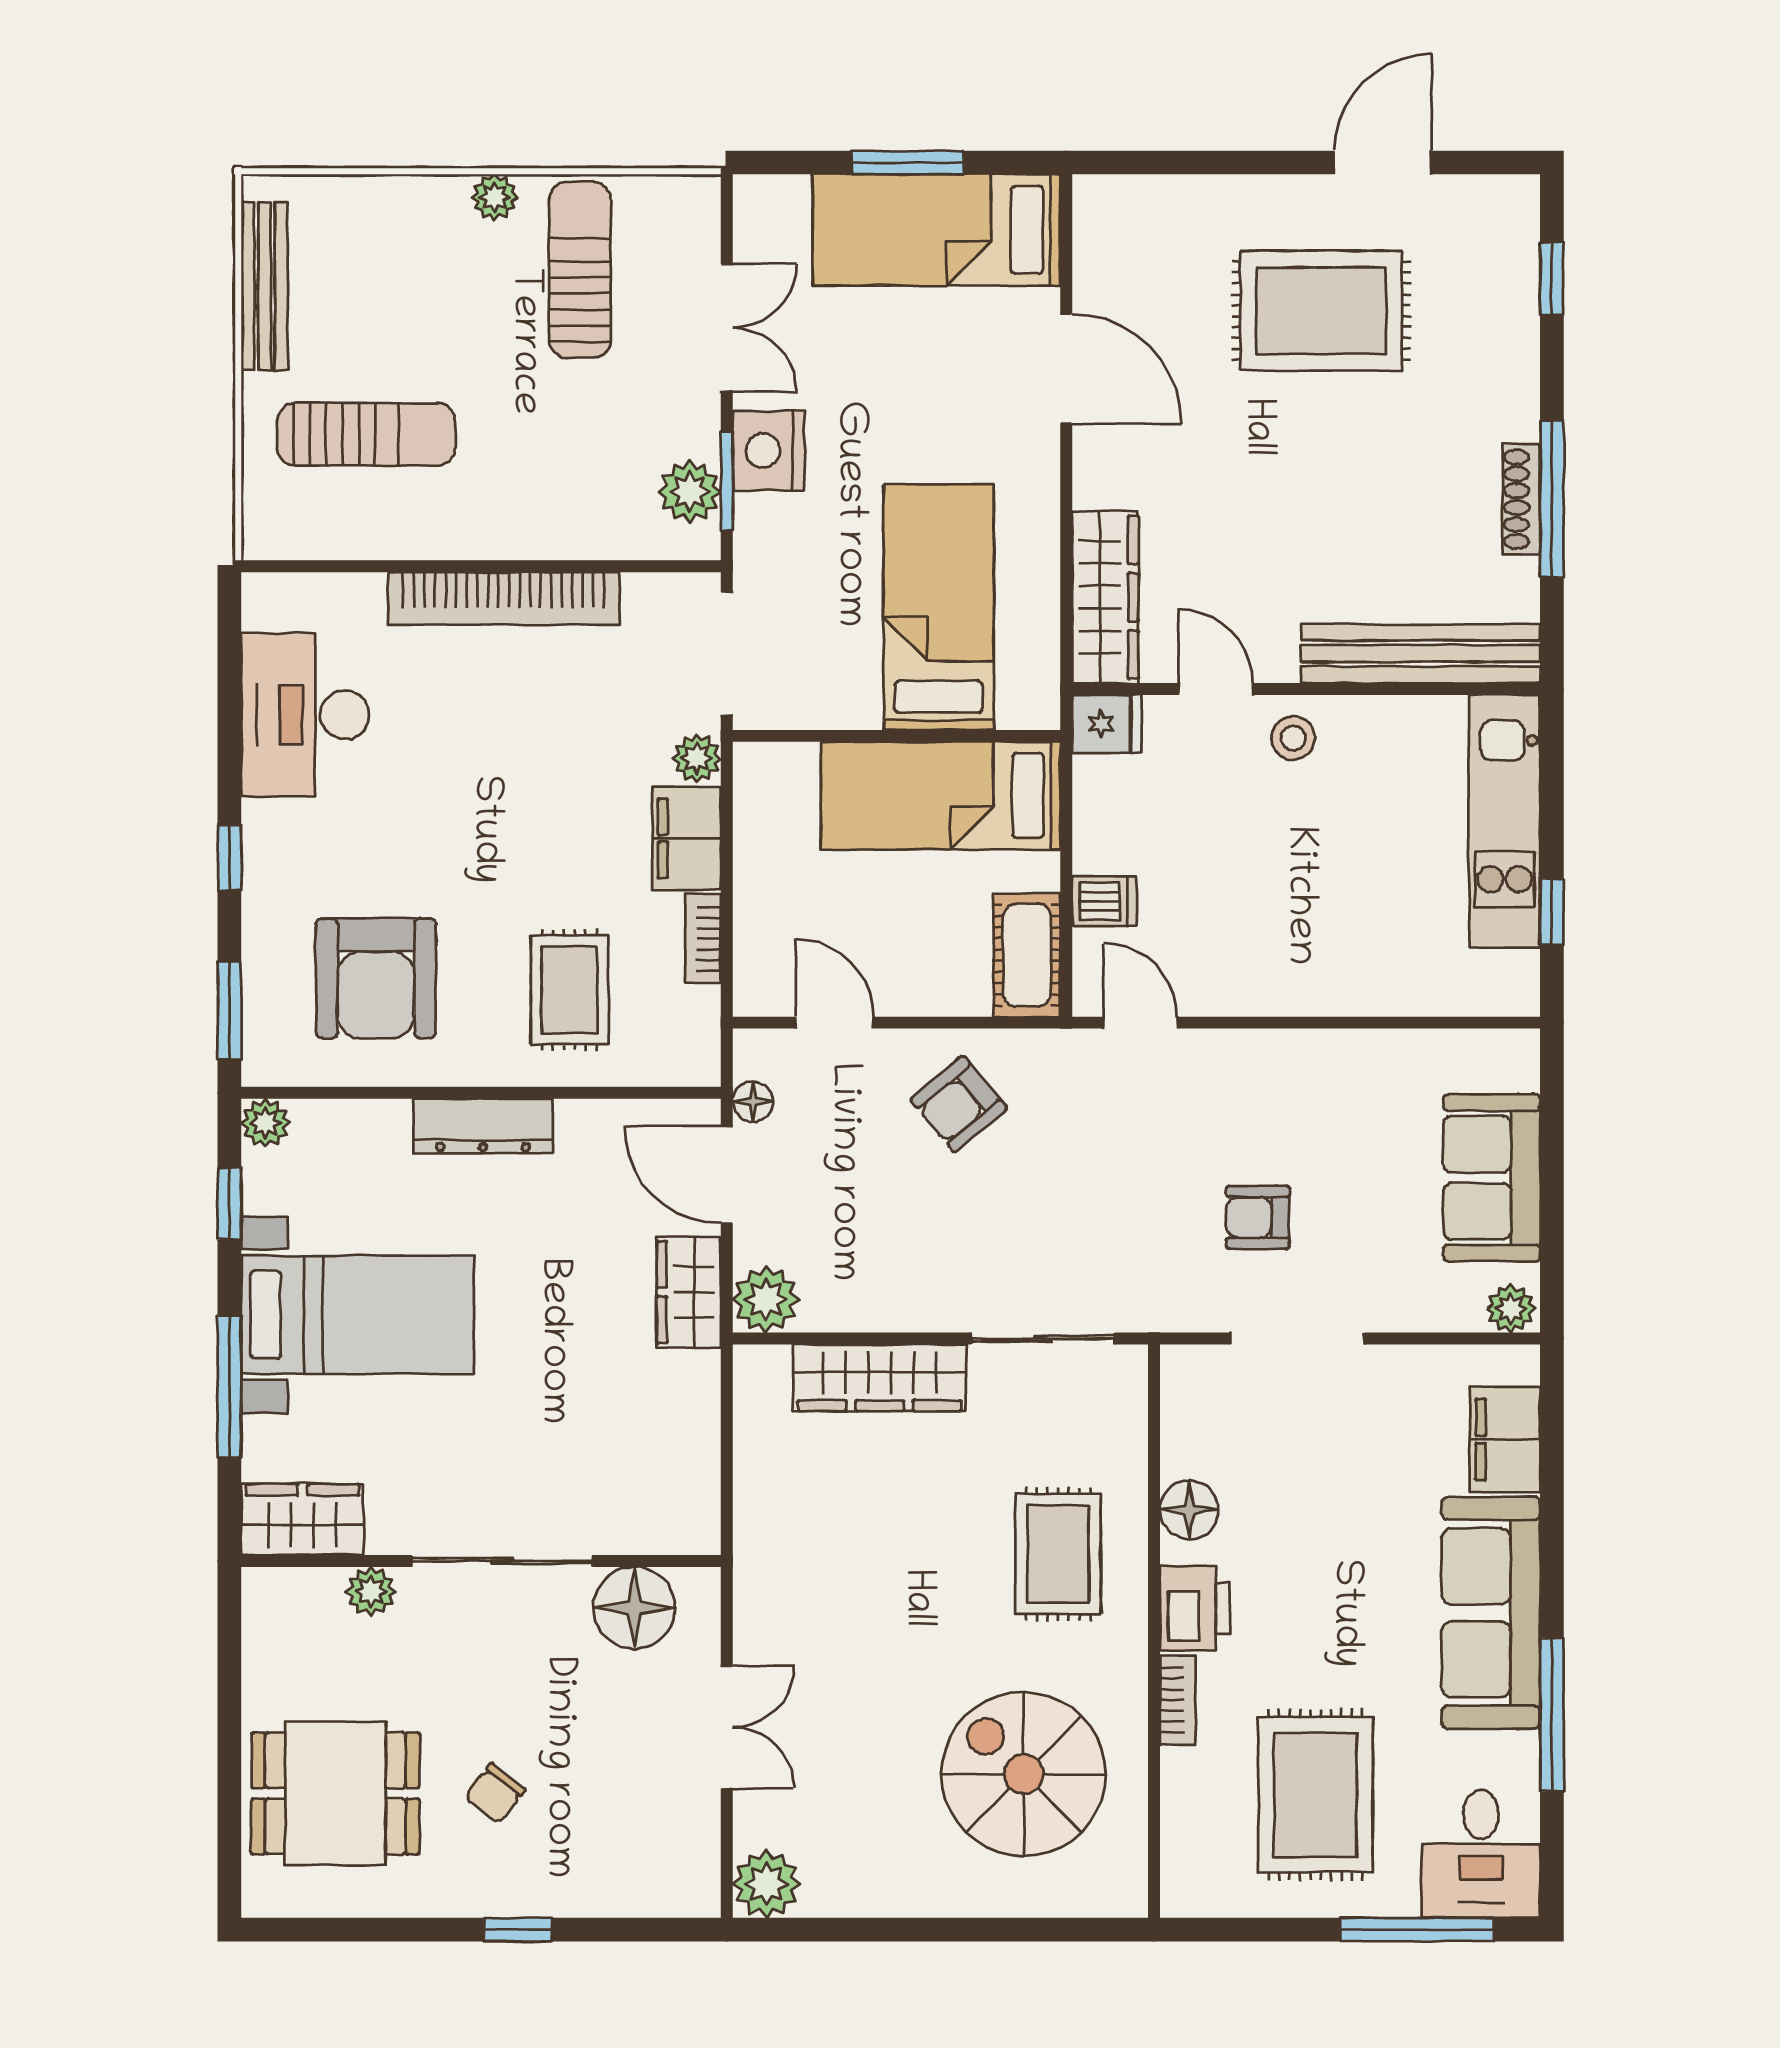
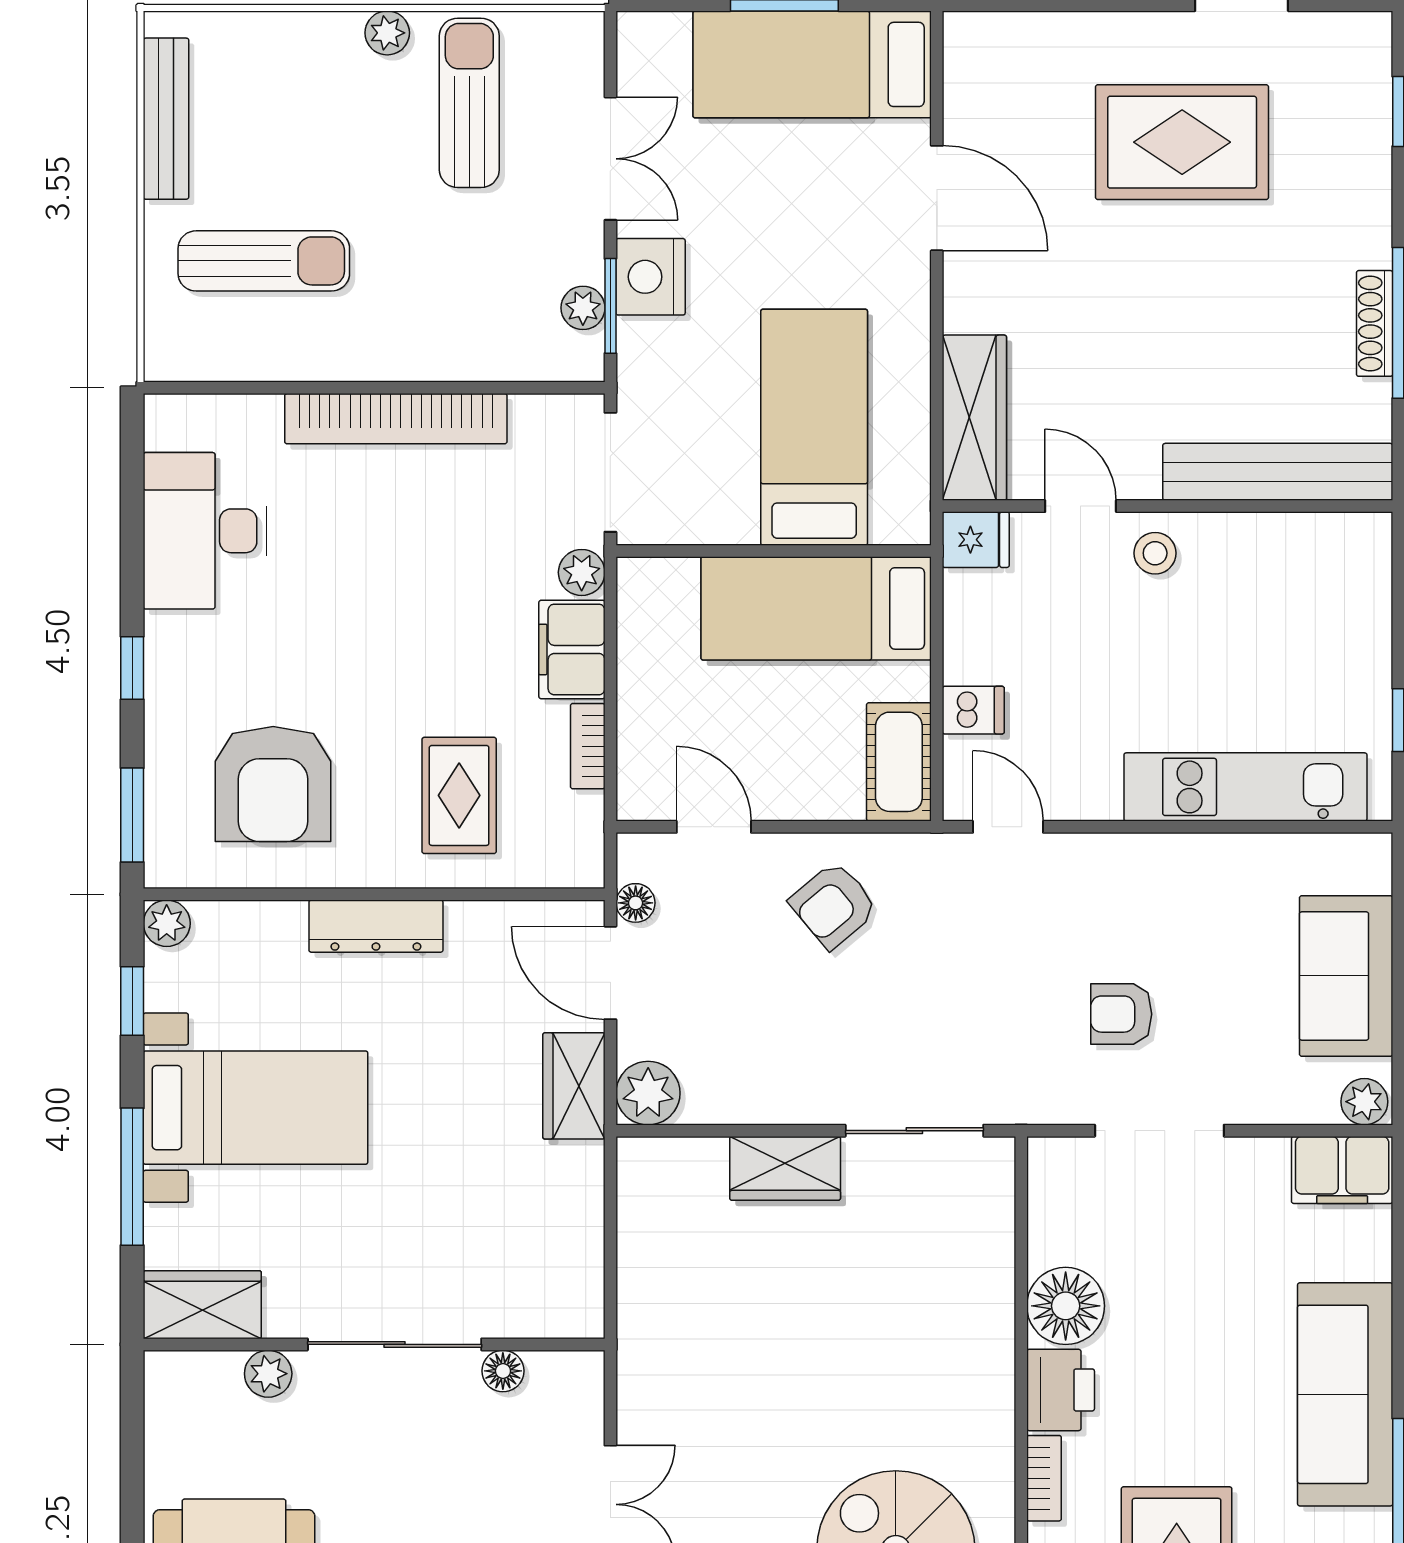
plant: (690, 492) -> (583, 308), width x0.73, depth x0.73
kitchen unit: (1505, 821) -> (1245, 787), moved, turned 90
wardrobe: (880, 1378) -> (785, 1168), width x0.67
filing cabinet: (1505, 1440) -> (1342, 1170), moved, turned -90
floor lamp: (1189, 1510) -> (1066, 1306), width x1.38, depth x1.38
rug: (1058, 1554) -> (929, 1338), removed
floor lamp: (634, 1608) -> (503, 1371), width x0.53, depth x0.53

